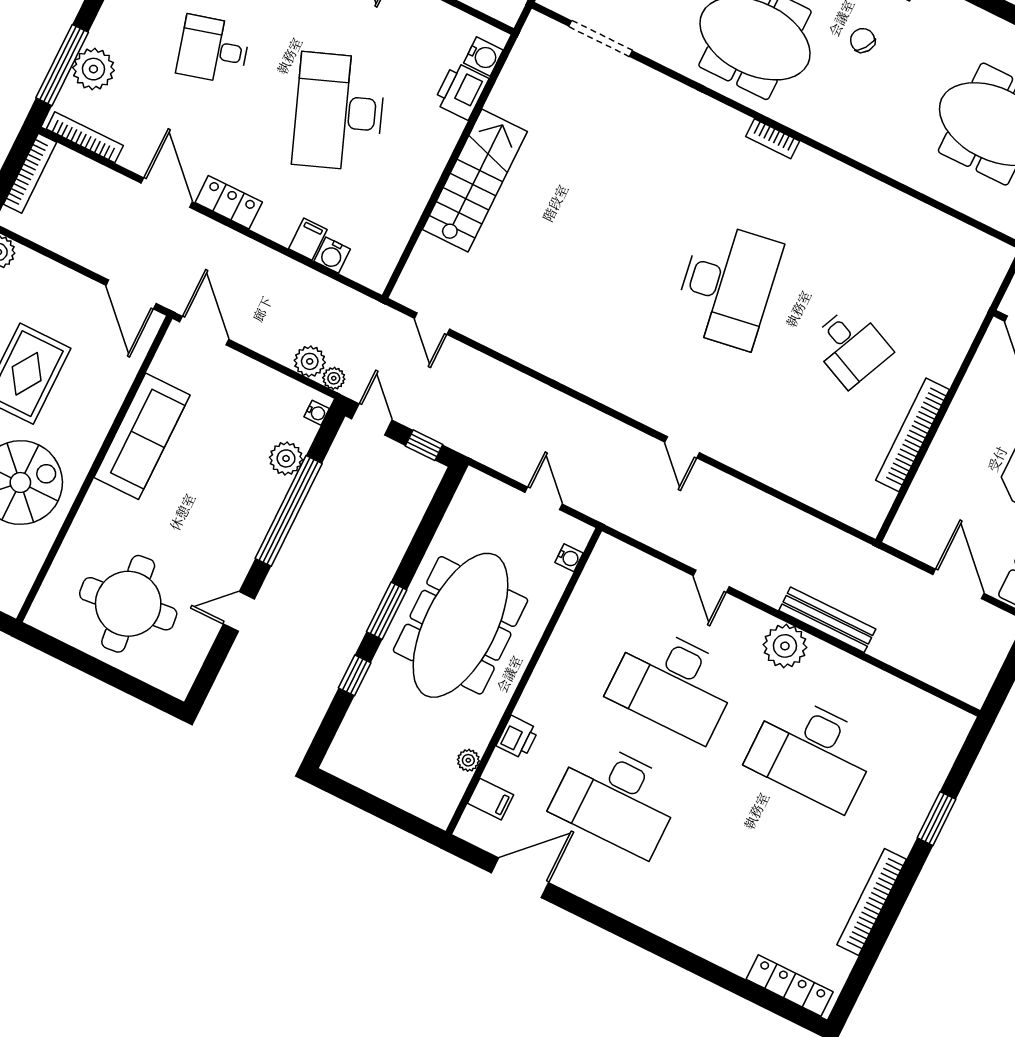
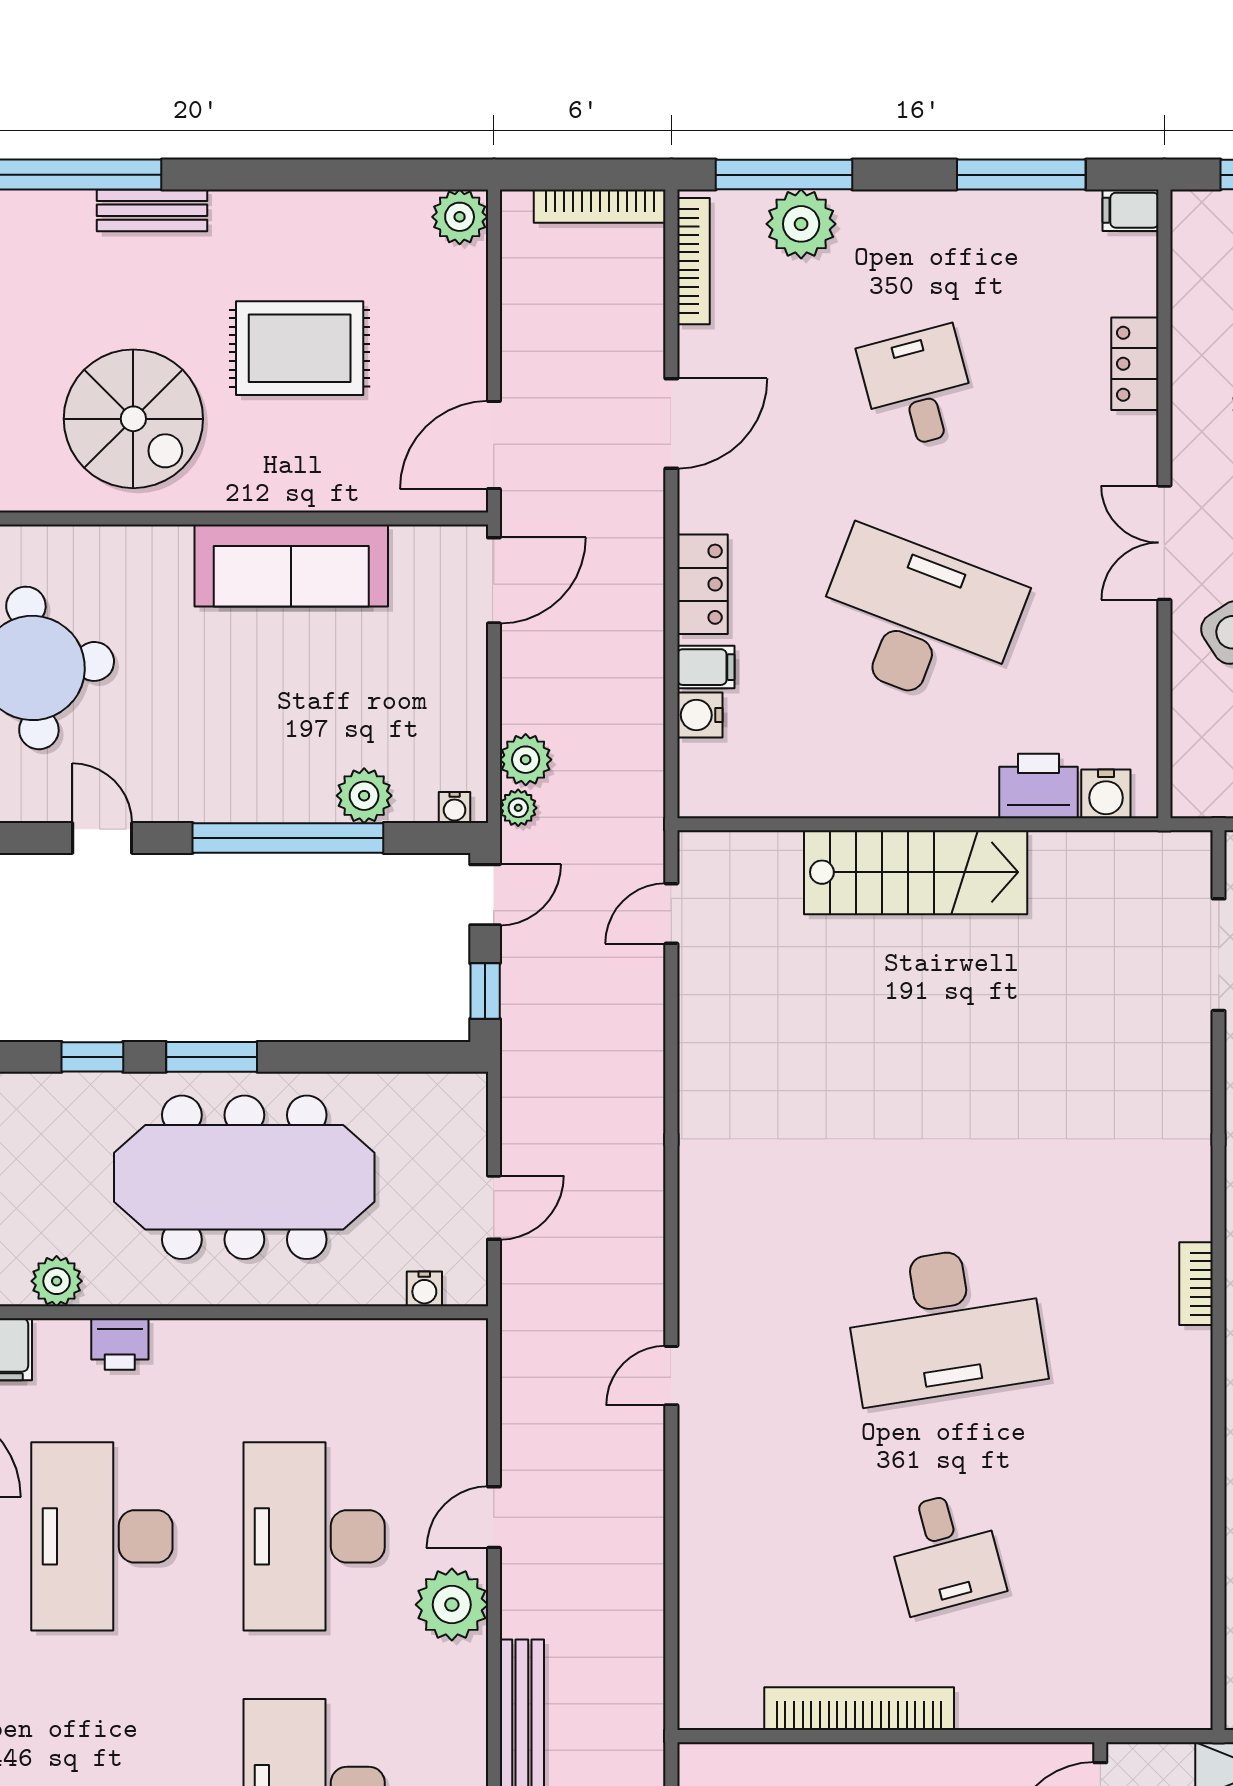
desk: (339, 112) -> (918, 620), turned 42
locker: (229, 202) -> (702, 584), moved
desk: (851, 346) -> (945, 1552), turned -39
plant: (785, 646) -> (452, 1605), moved
plant: (468, 760) -> (57, 1281), width x1.38, depth x1.38

